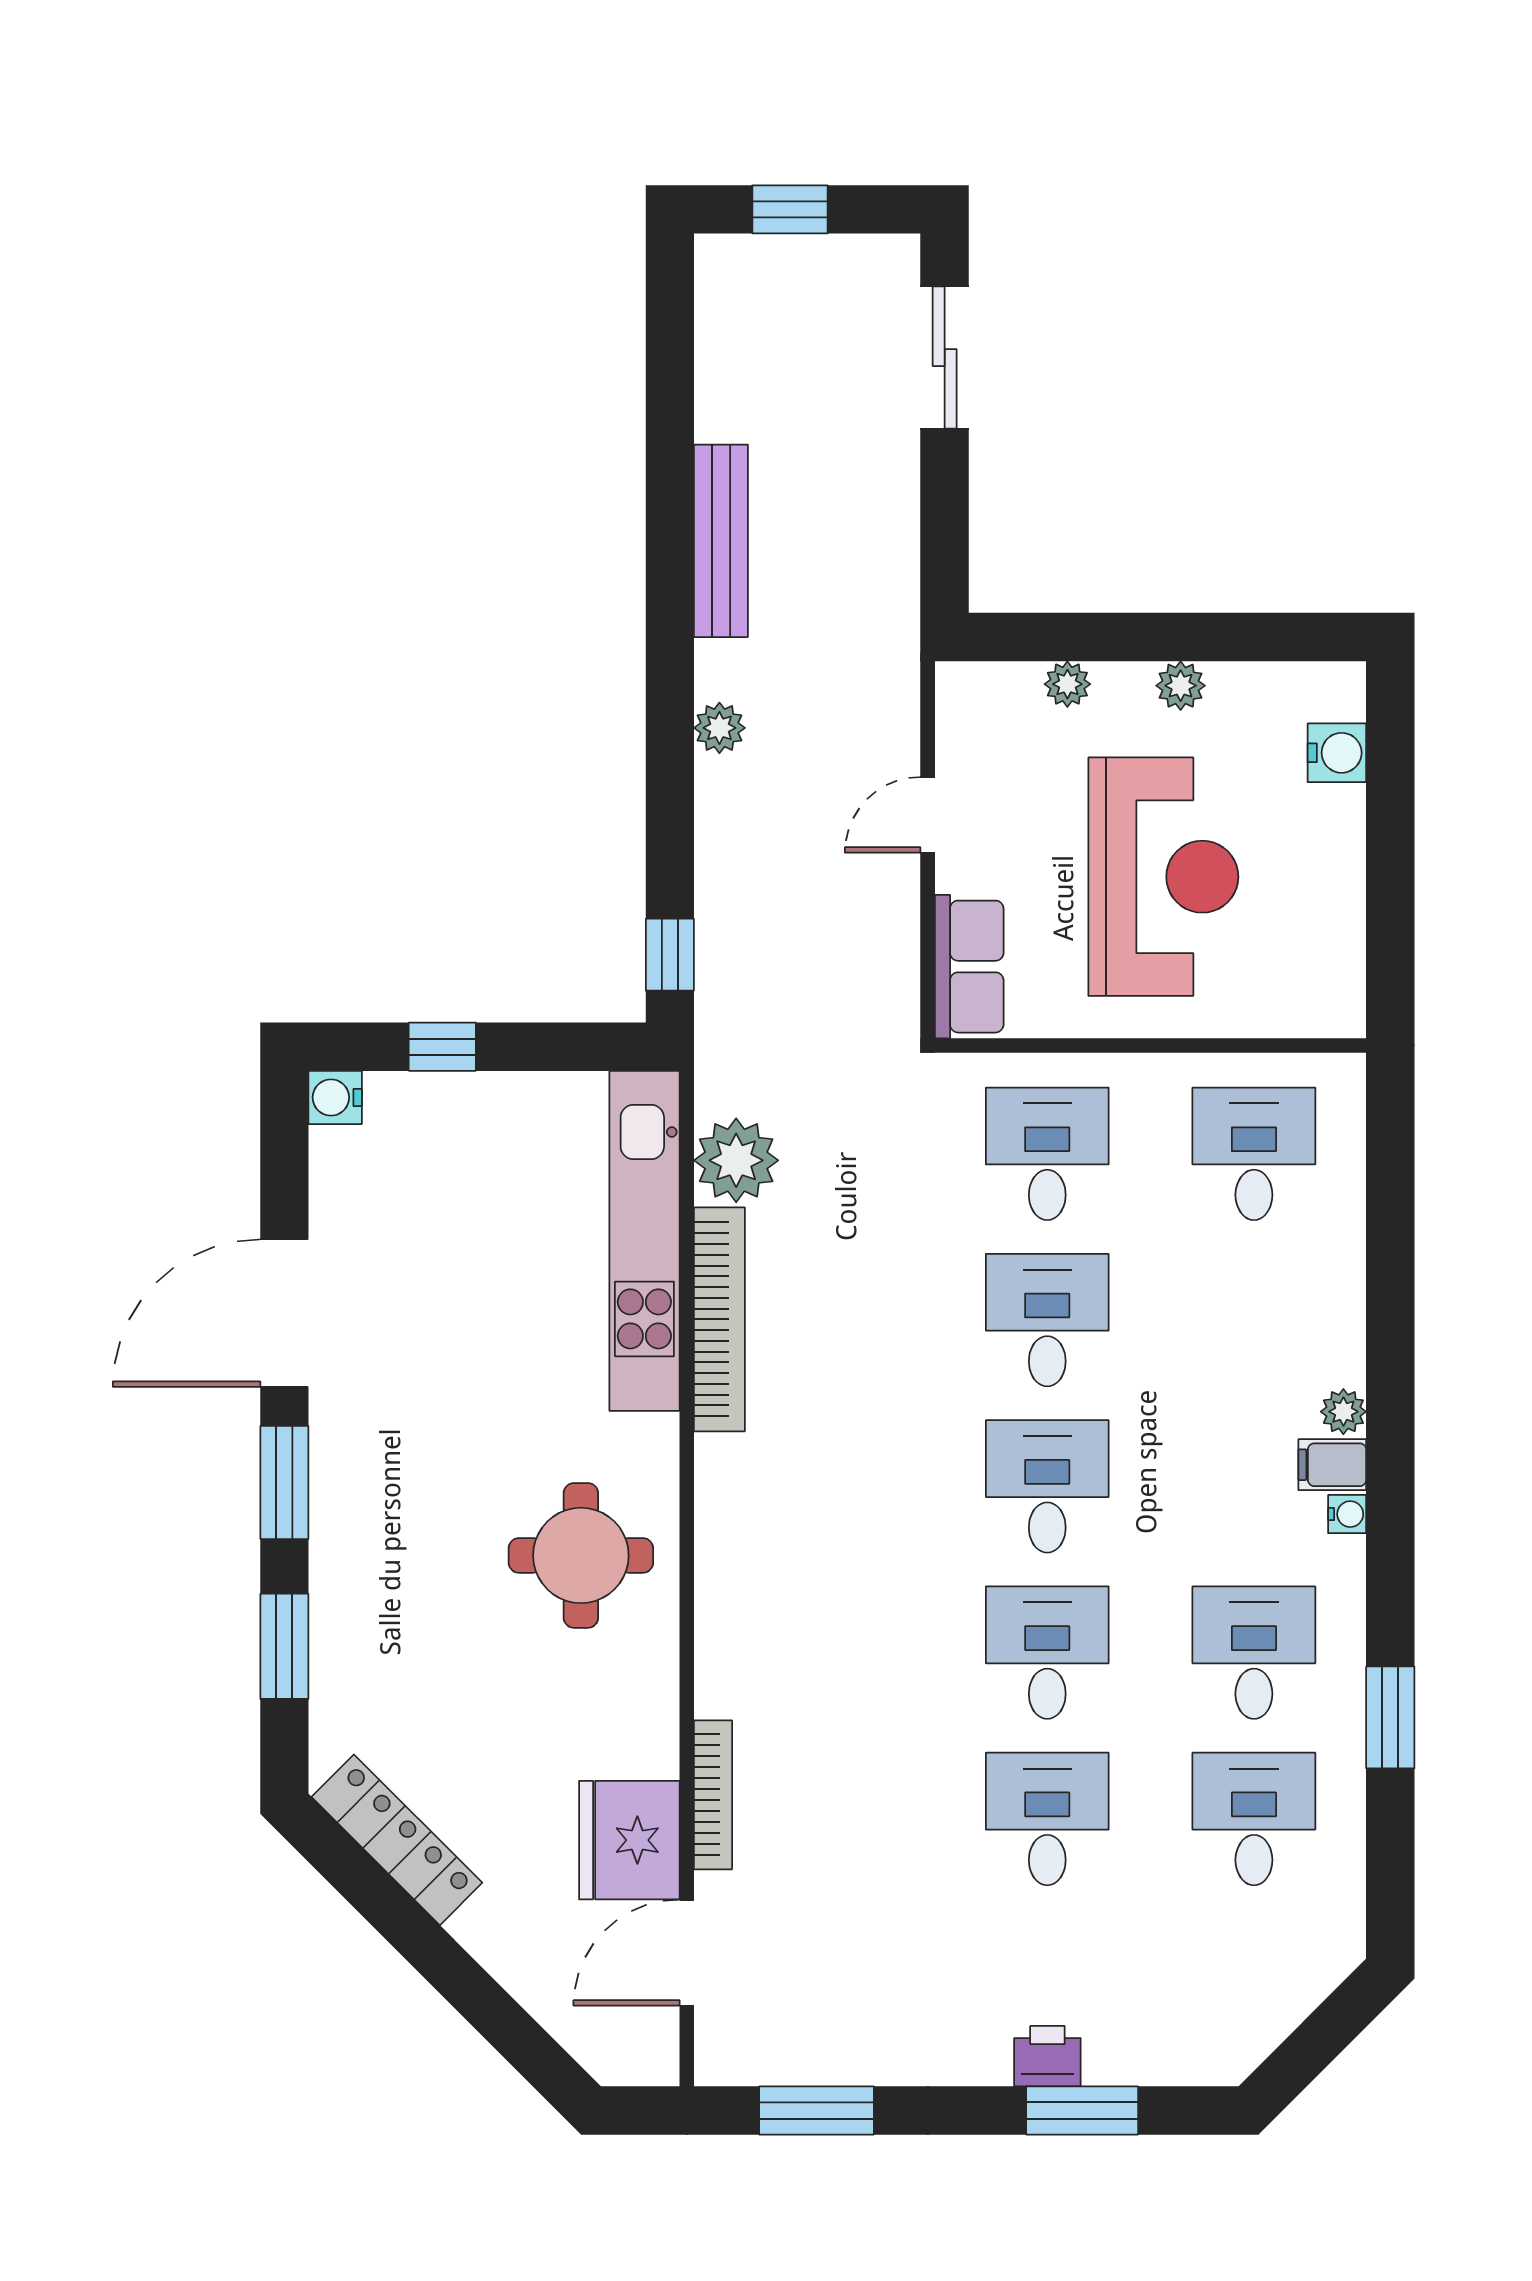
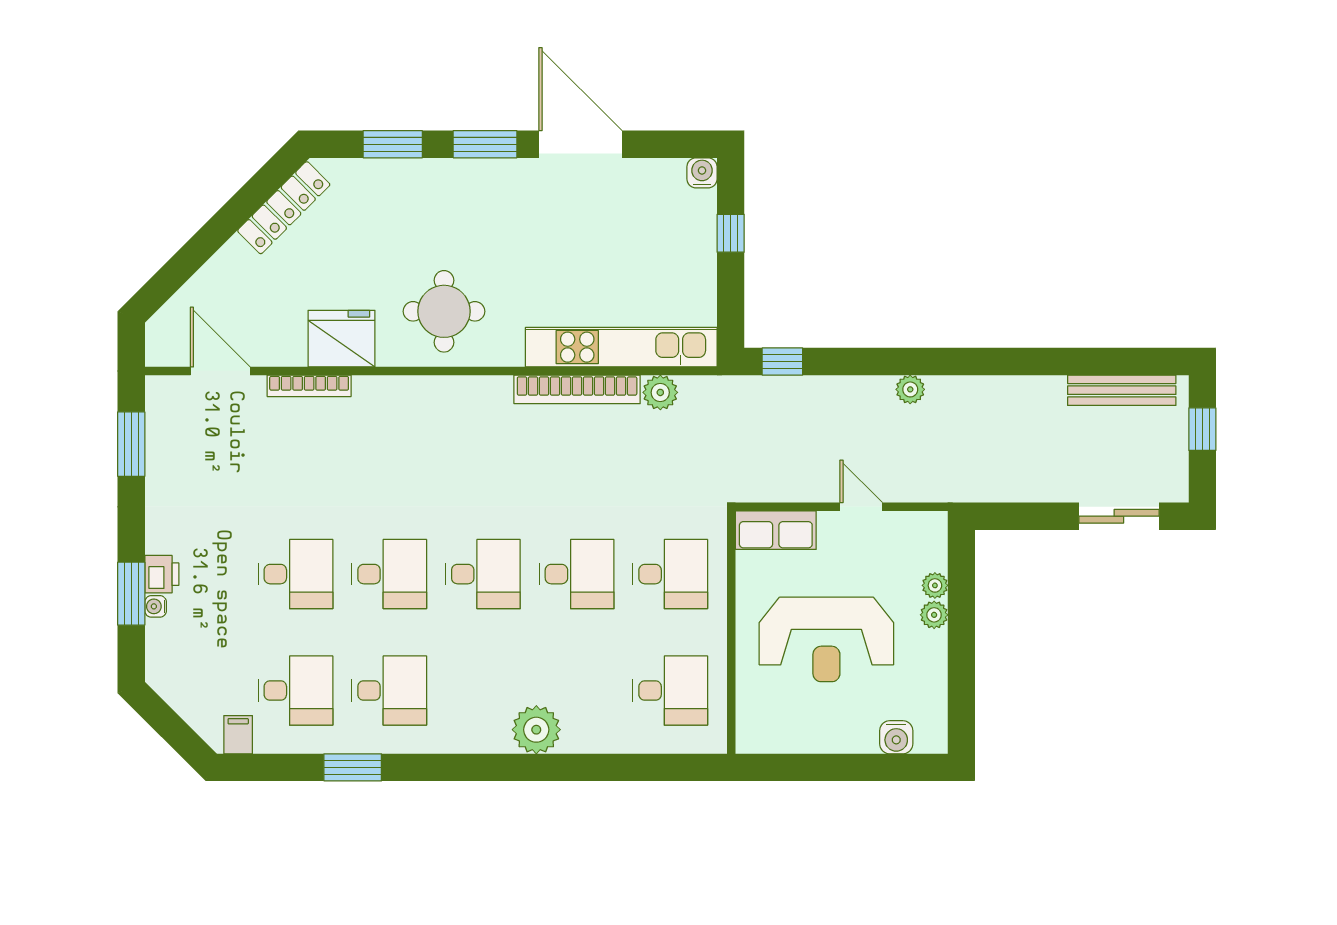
bench: (721, 541) -> (1122, 390), moved
plant: (1181, 686) -> (934, 615), moved
plant: (736, 1160) -> (660, 392), width x0.73, depth x0.73
plant: (1343, 1412) -> (536, 730), width x1.88, depth x1.88
filing cabinet: (1332, 1465) -> (238, 735), moved
water cooler: (1347, 1514) -> (156, 606), moved, turned 90
fridge: (629, 1840) -> (342, 339), moved

